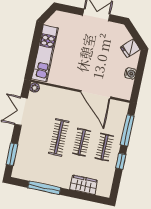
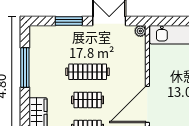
window: (12, 154) -> (69, 21), moved

